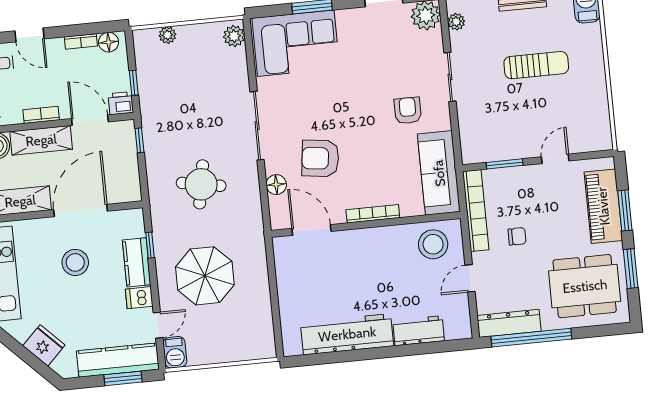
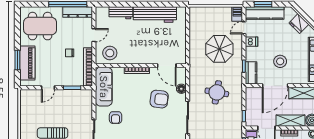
kitchen counter: (137, 262) -> (251, 73), moved
window: (631, 269) -> (17, 32), removed

